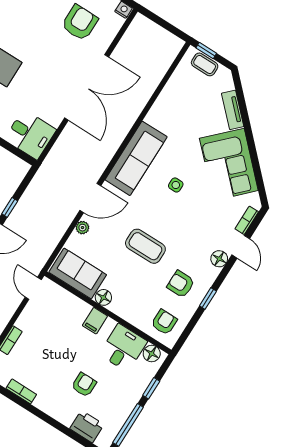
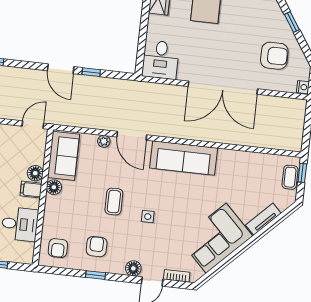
side table: (176, 185) -> (148, 217), moved
coffee table: (145, 246) -> (114, 202), width x0.73, depth x0.77
armchair: (164, 322) -> (58, 248), turned 90
floor lamp: (152, 354) -> (35, 173), moved

